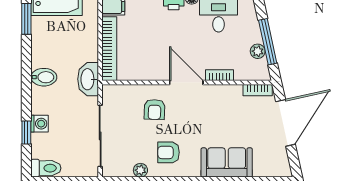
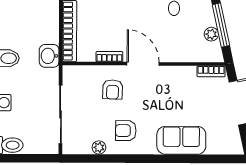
bookcase: (219, 75) -> (109, 57), moved
washbasin: (88, 79) -> (49, 56), width x0.72

